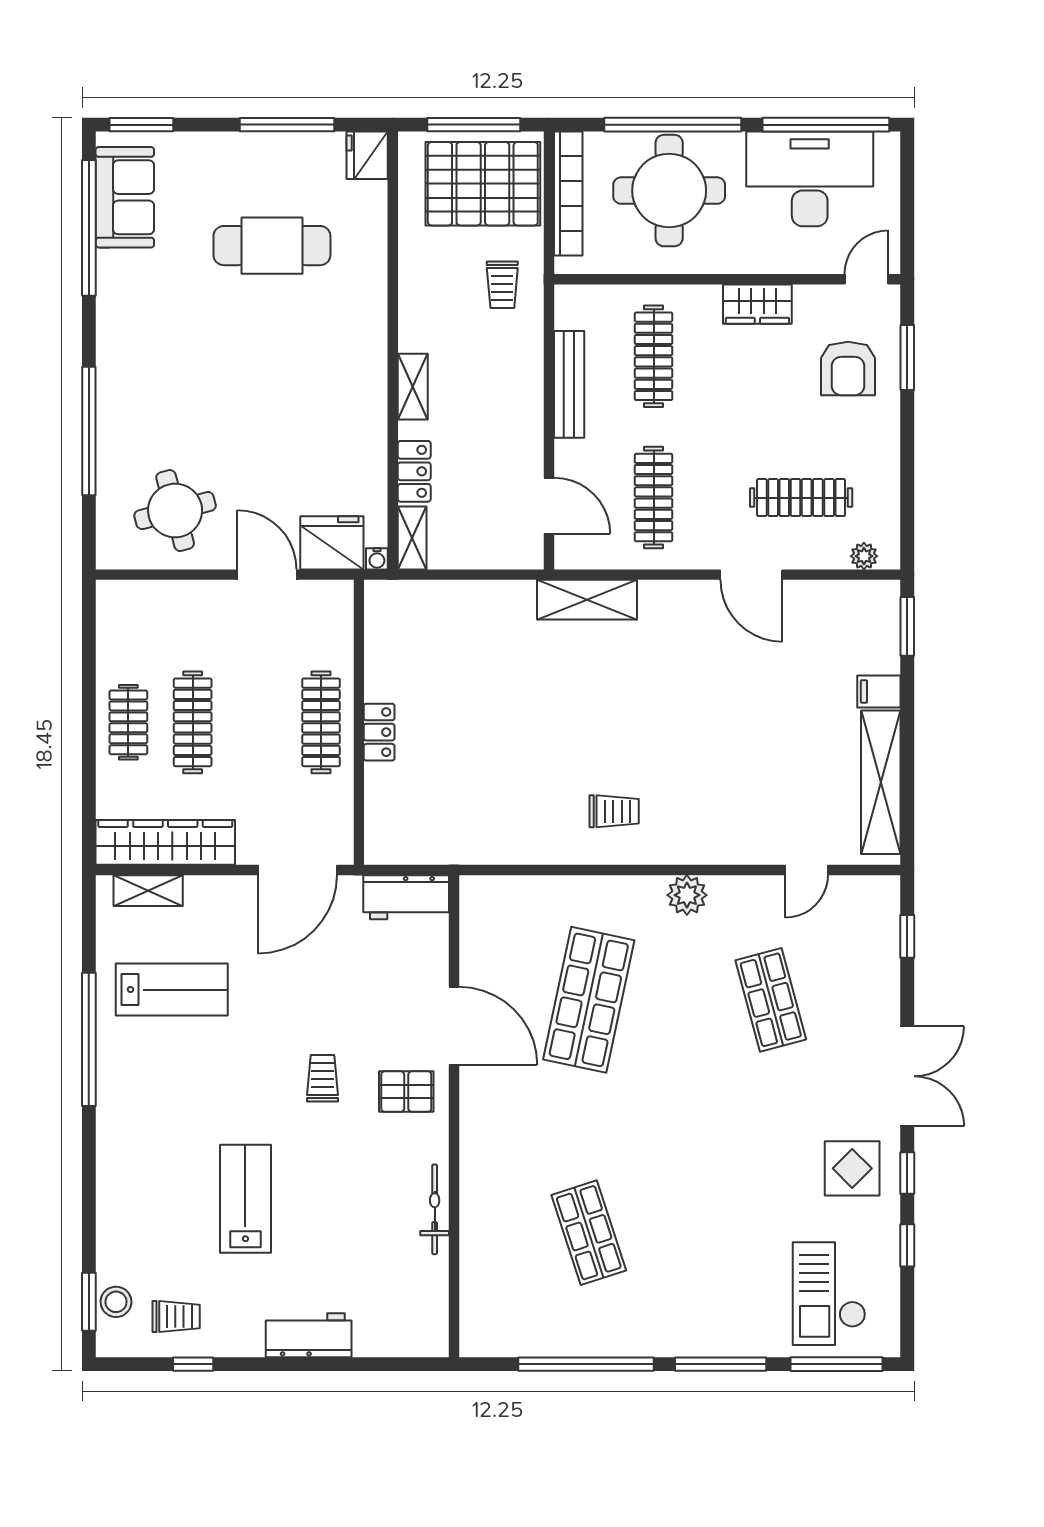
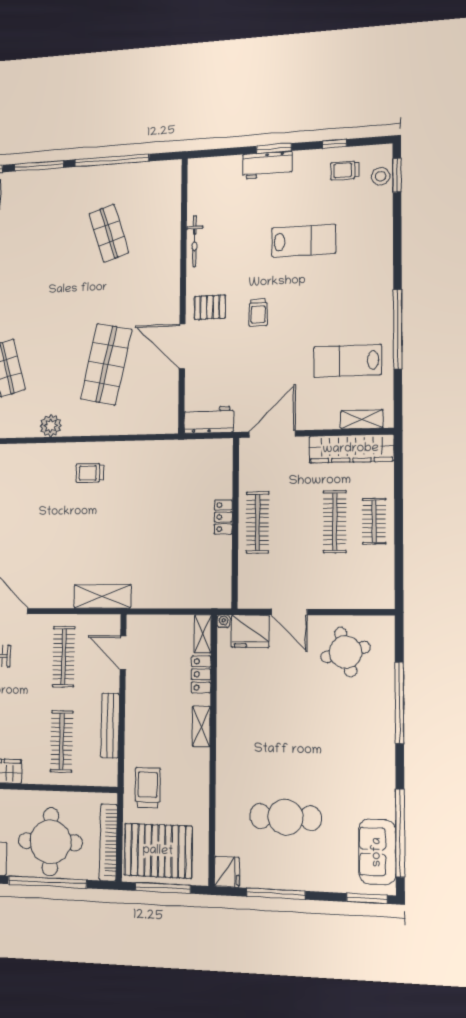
trolley: (502, 285) -> (148, 788), width x1.36, depth x1.39
lab bench: (245, 1199) -> (304, 241), turned -90
window: (297, 1364) -> (274, 148), added

